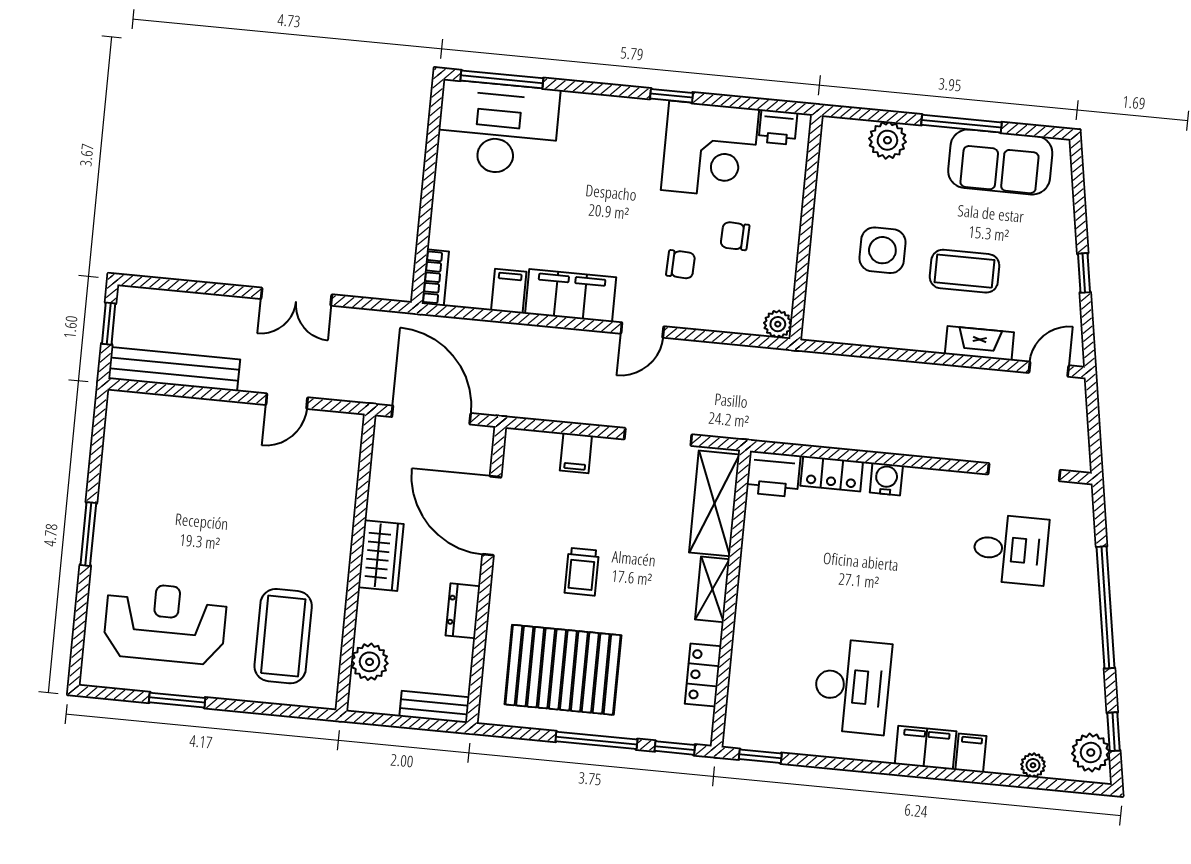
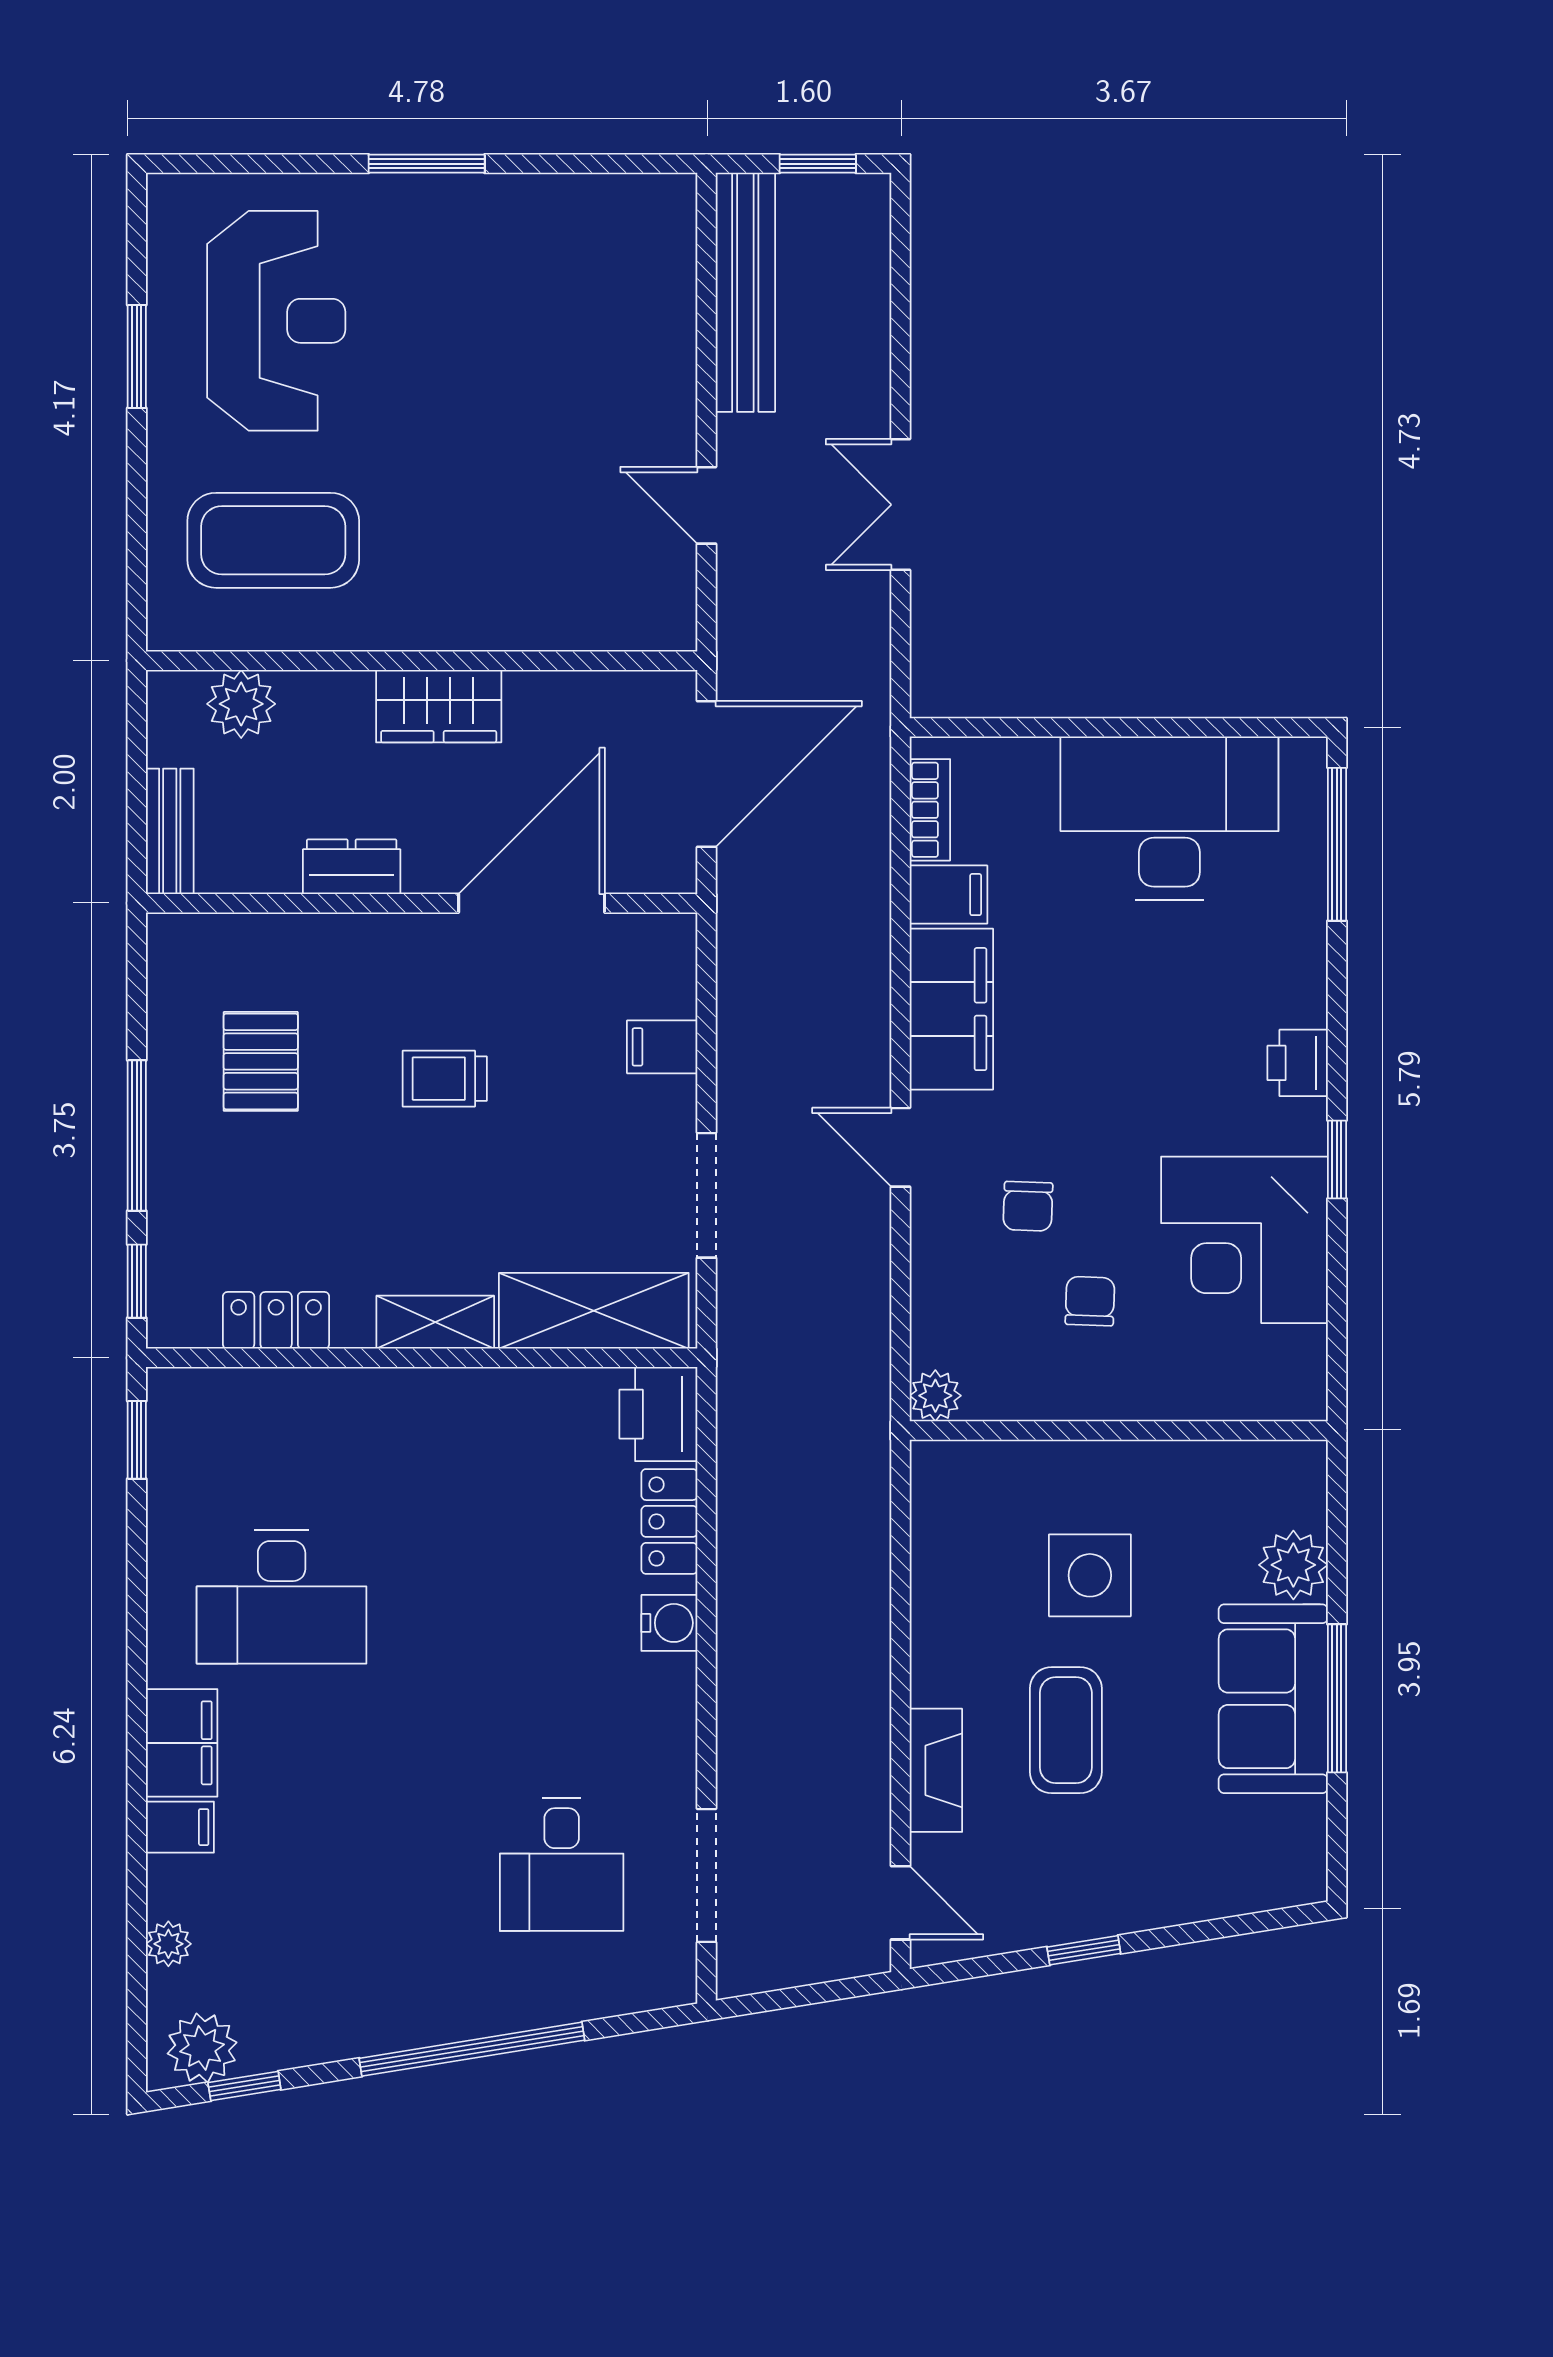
printer: (778, 127) -> (1298, 1063), moved
desk: (498, 128) -> (1169, 818), moved, turned -90
sofa: (1000, 162) -> (1273, 1699), moved
bookcase: (435, 278) -> (930, 810), moved, turned -90
pallet: (563, 670) -> (261, 1061), width x0.49, depth x0.50

